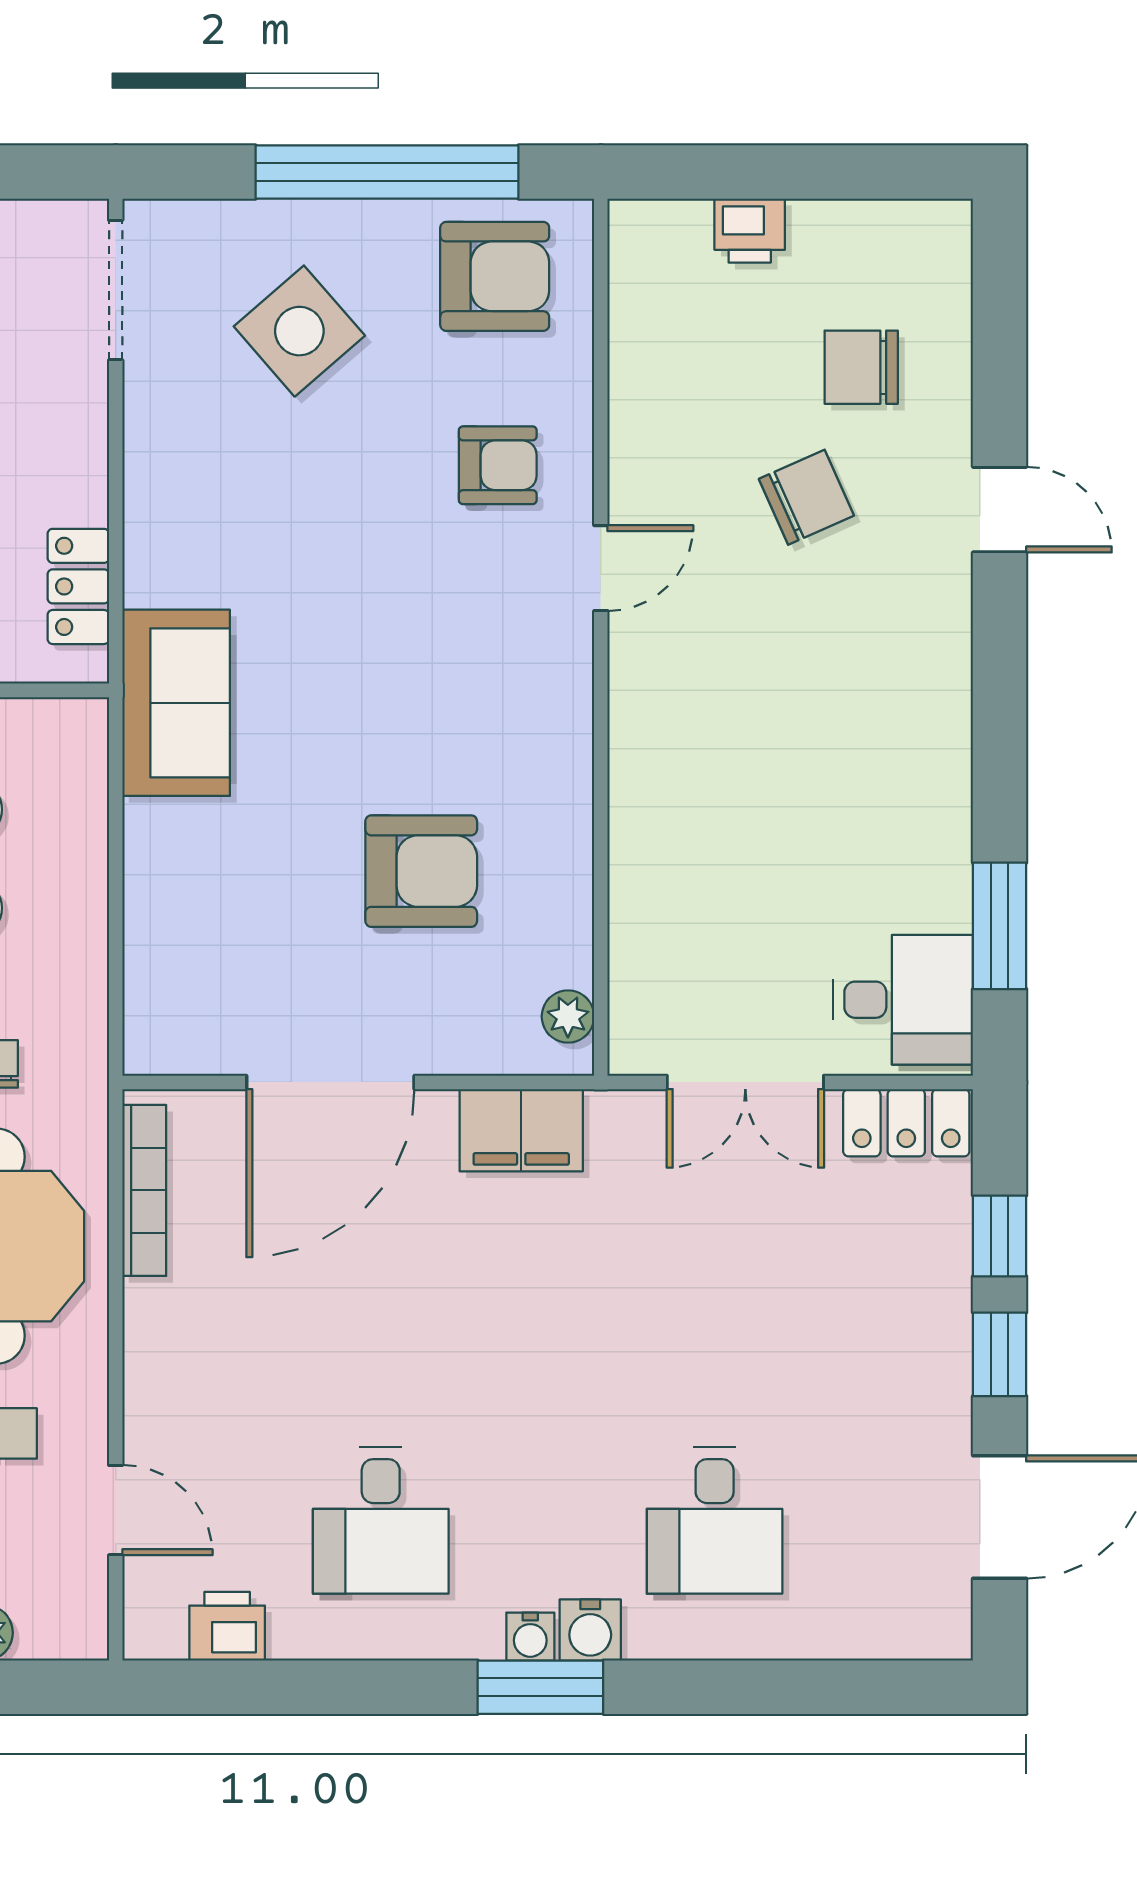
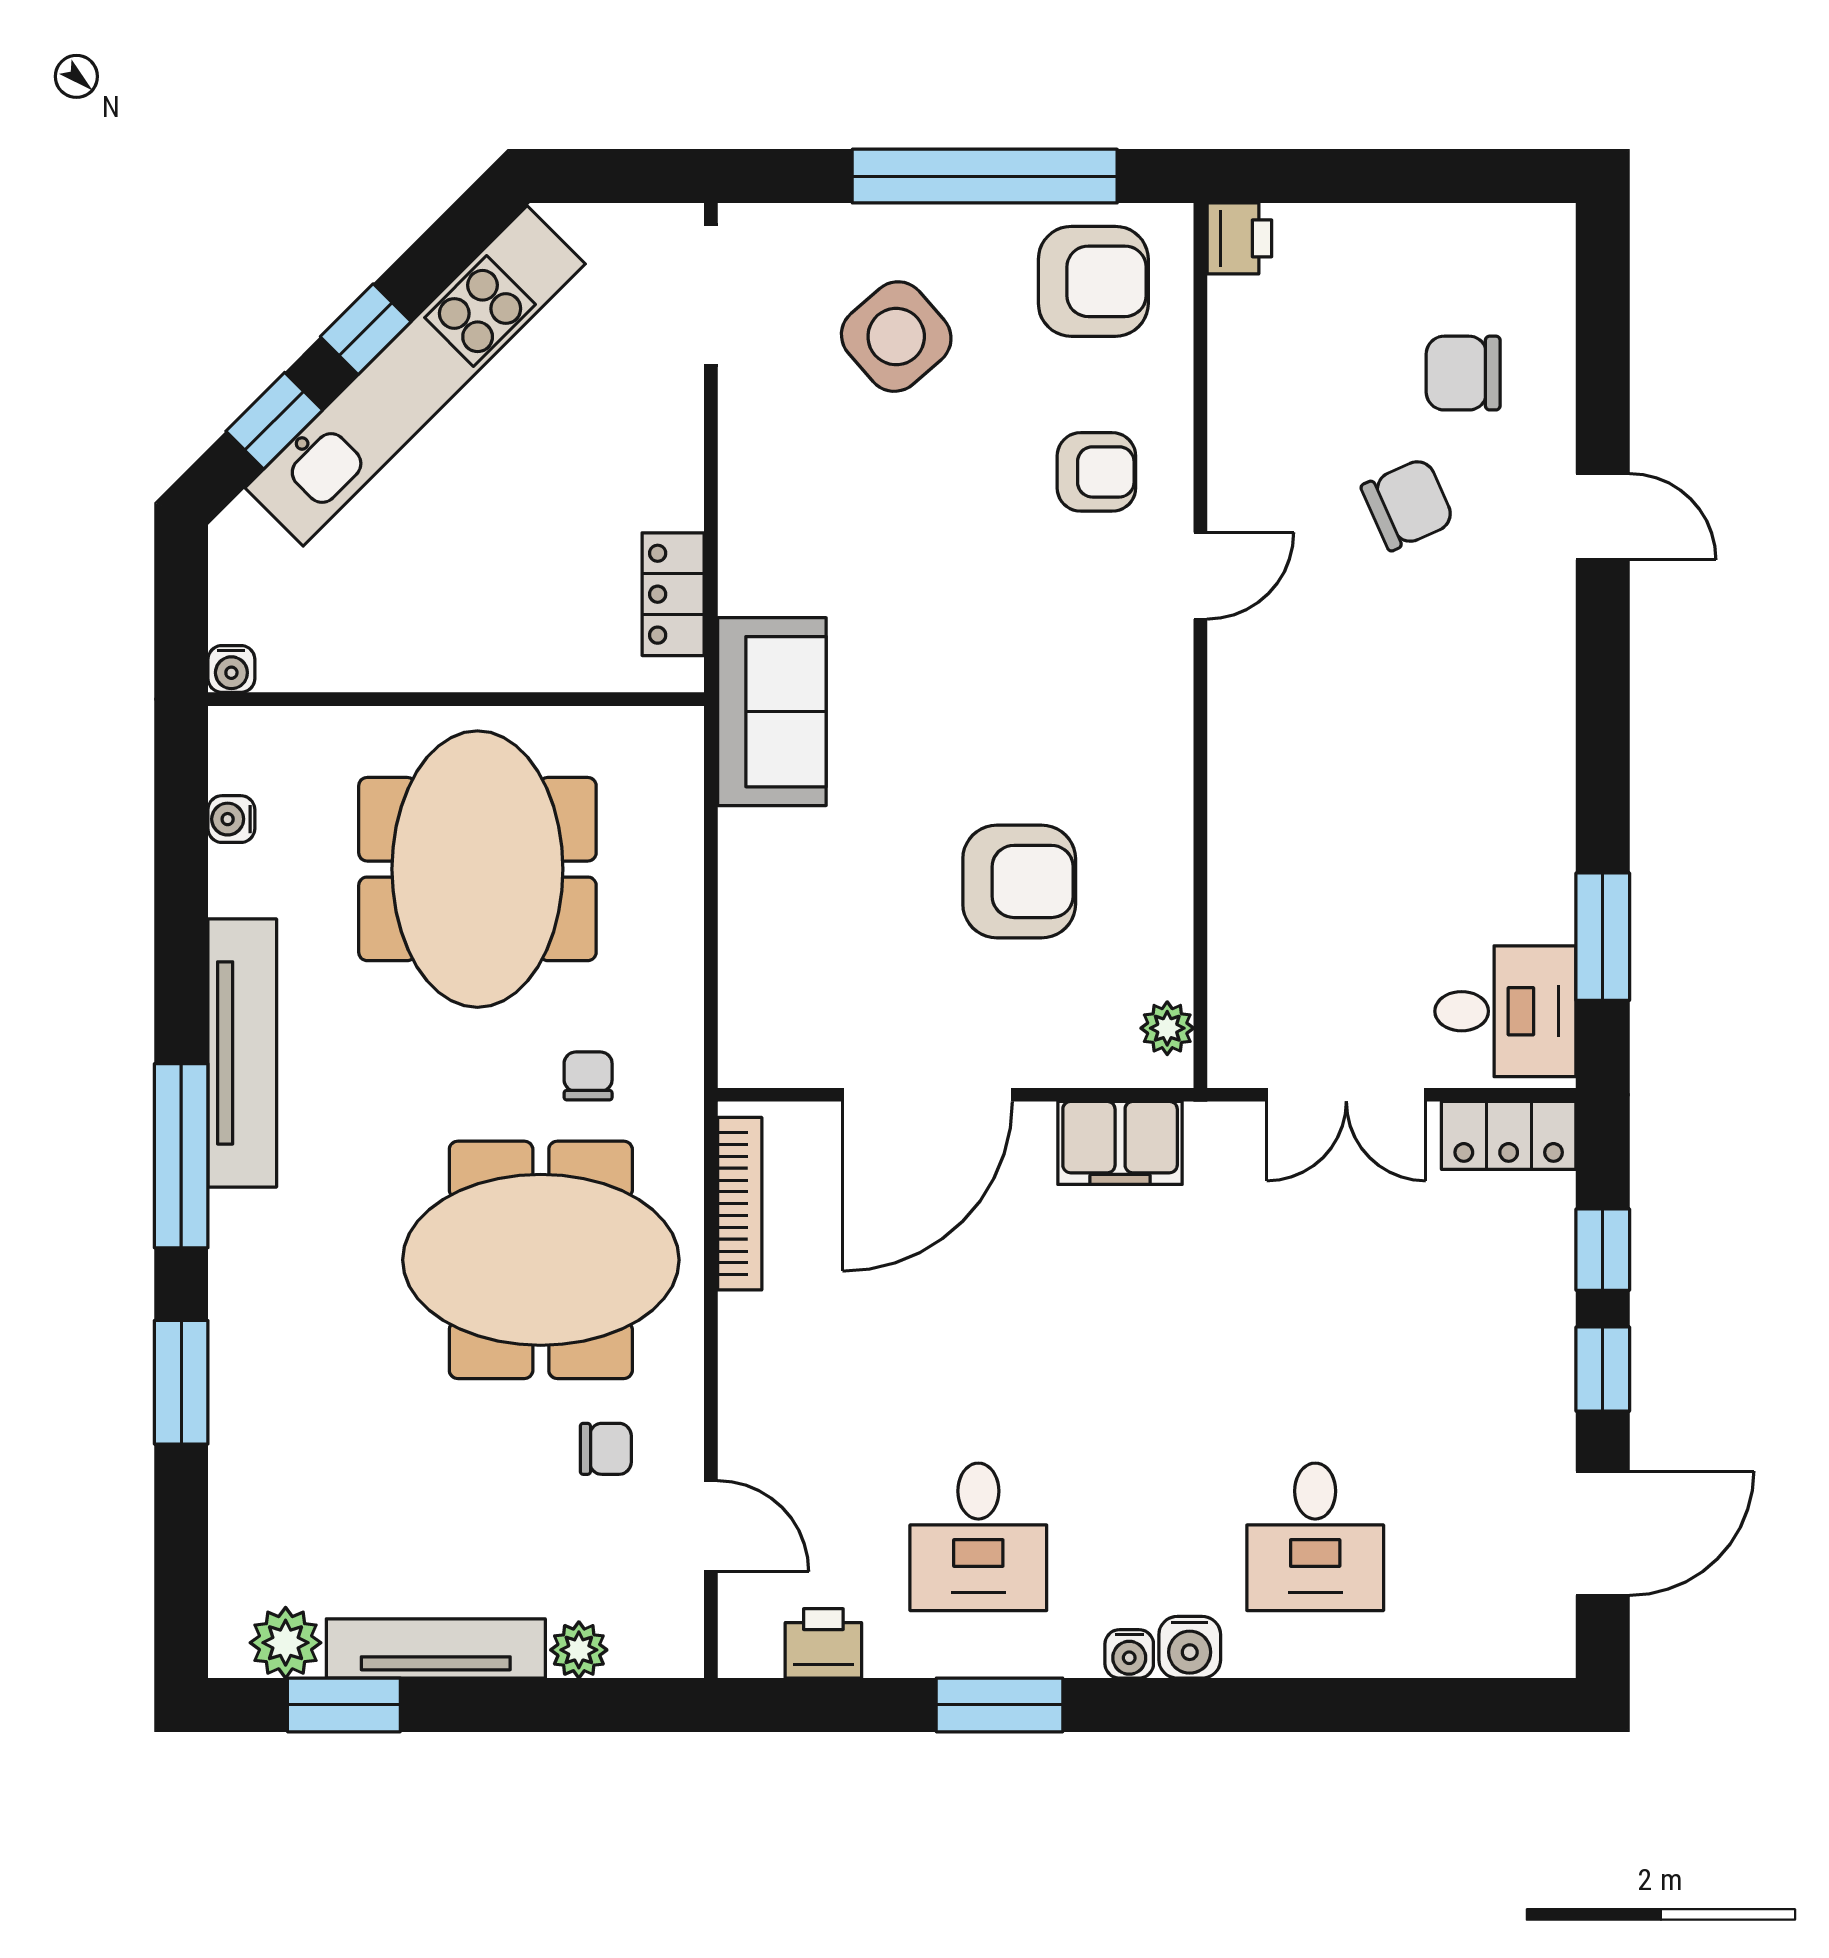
printer: (750, 231) -> (1239, 238), moved, turned -90
window: (540, 1687) -> (999, 1705), moved

